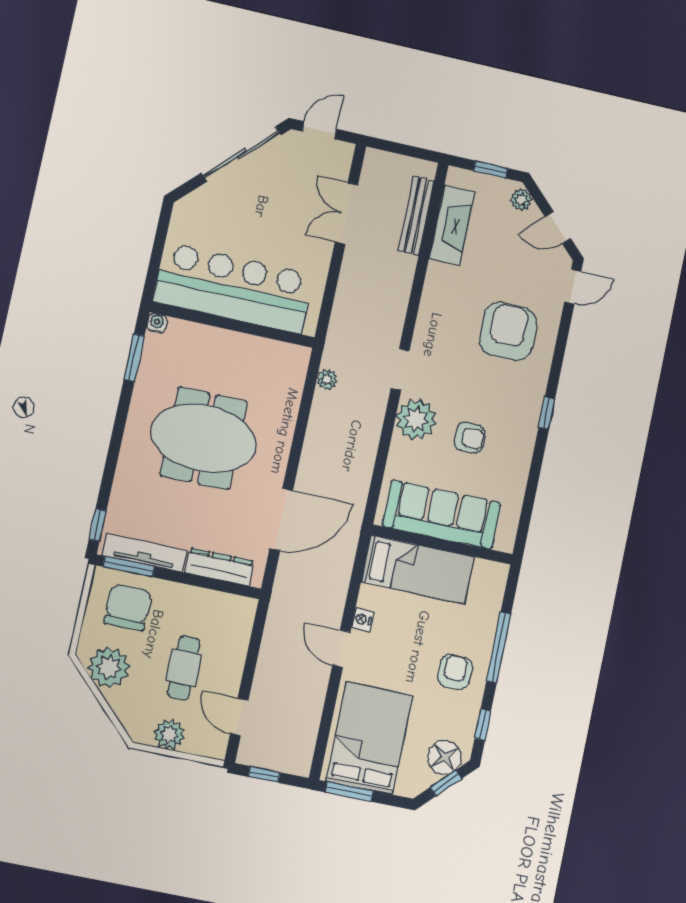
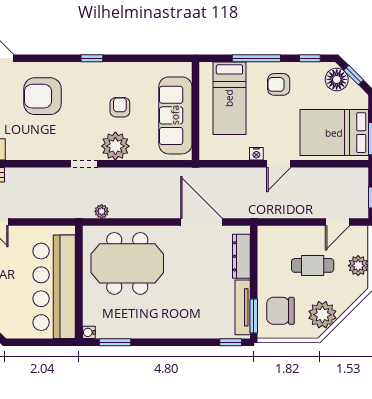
meeting table: (204, 438) -> (127, 263), moved, turned 90
bed: (418, 569) -> (229, 98), moved, turned 180

